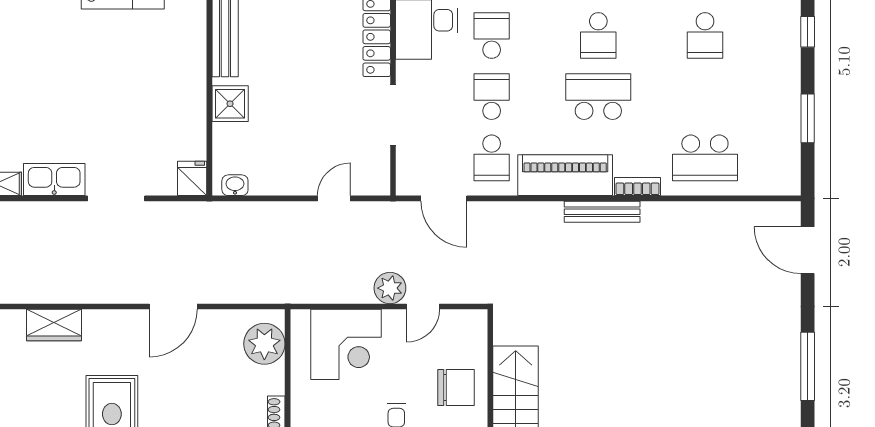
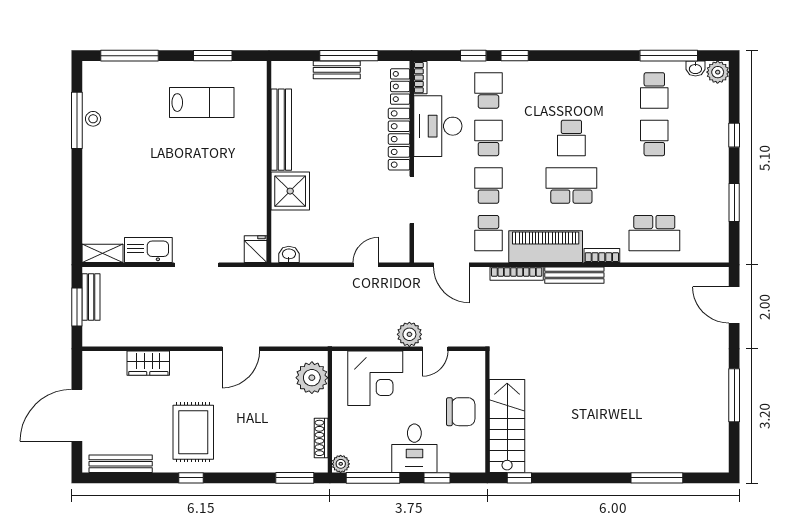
school desk: (705, 35) -> (654, 138), turned 180
shower: (230, 104) -> (290, 191), width x1.36, depth x1.36
bookcase: (528, 210) -> (517, 274), added

